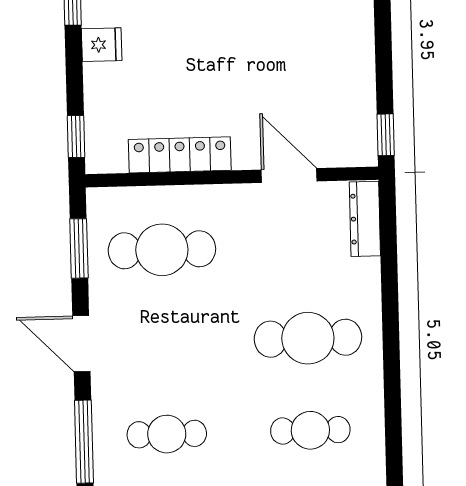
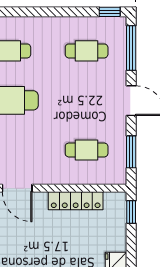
cafe table: (162, 250) -> (87, 150), width x0.73, depth x0.74

